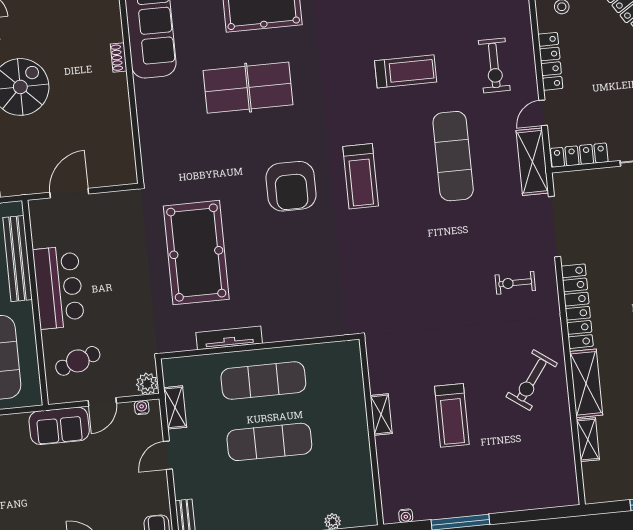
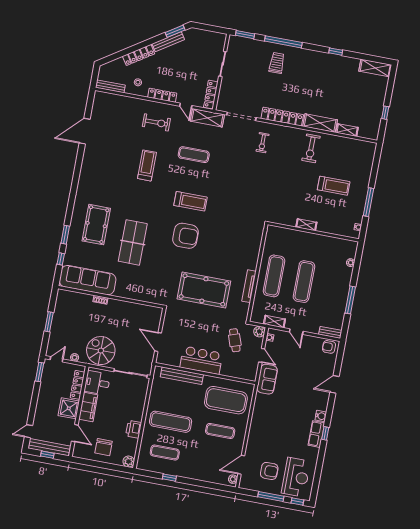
exercise mat: (453, 156) -> (194, 155), width x0.73, depth x0.69
cafe table: (78, 361) -> (235, 340), moved
exercise bike: (532, 380) -> (311, 148), turned 54
treadmill: (452, 415) -> (334, 186), moved

